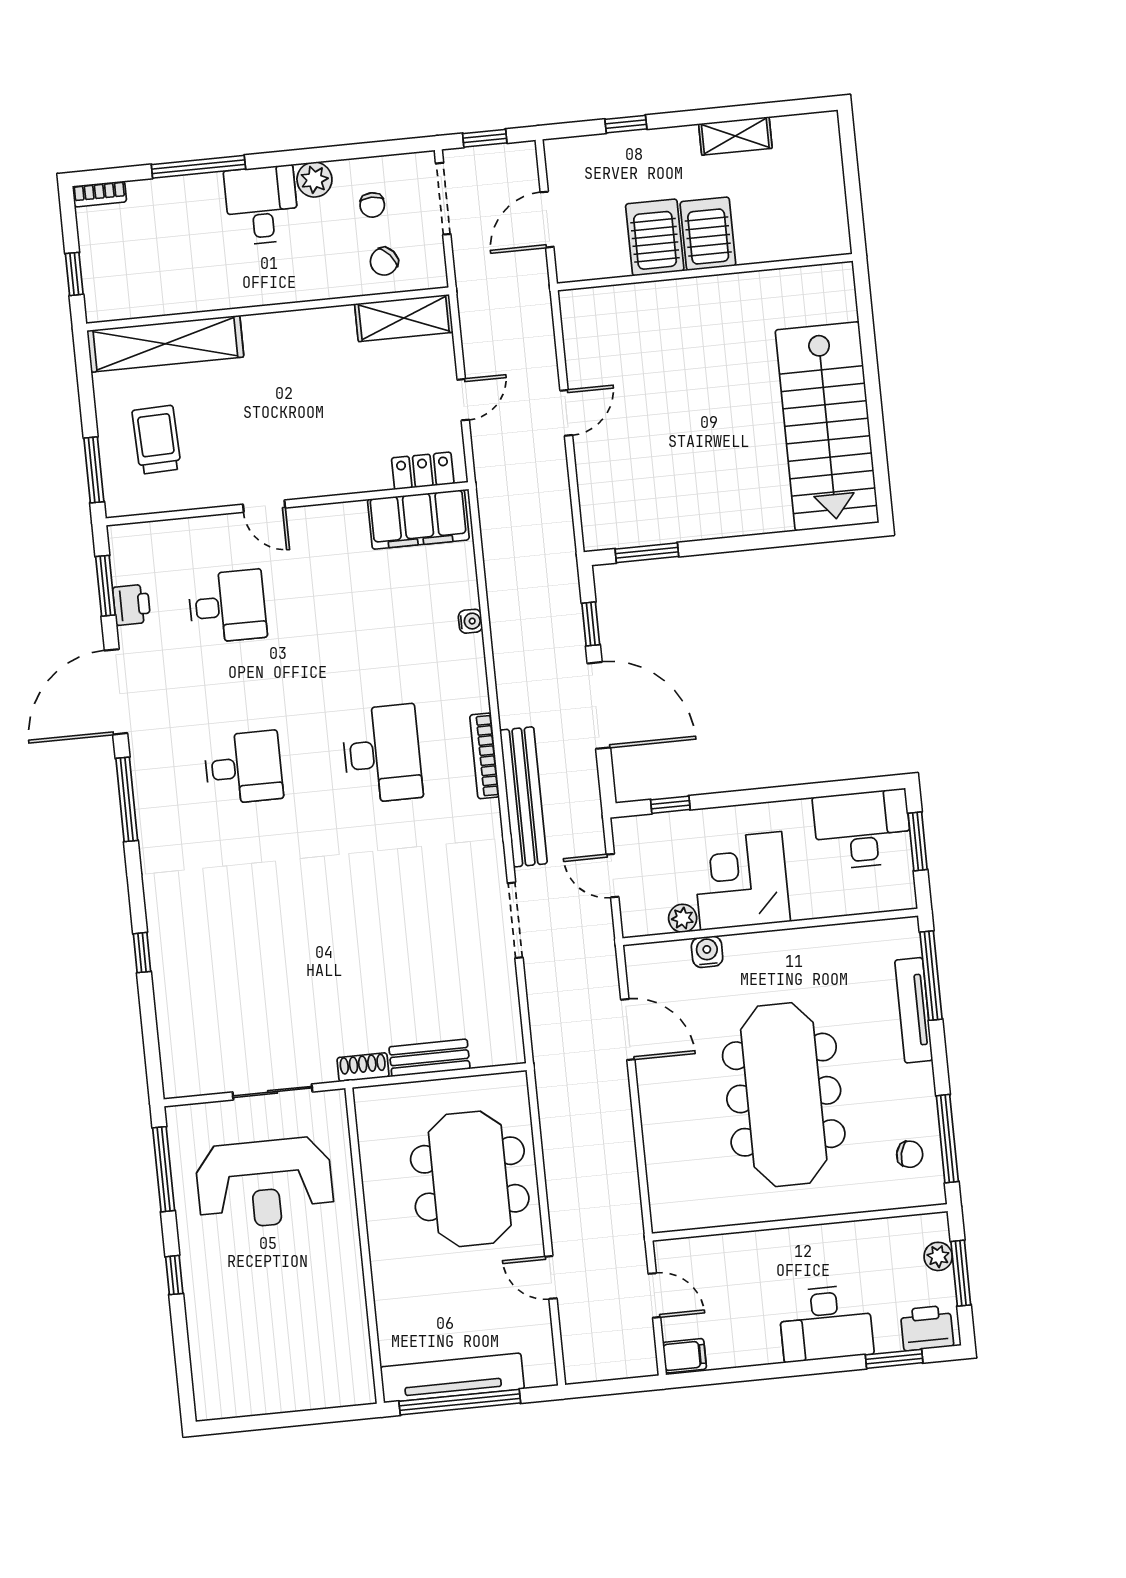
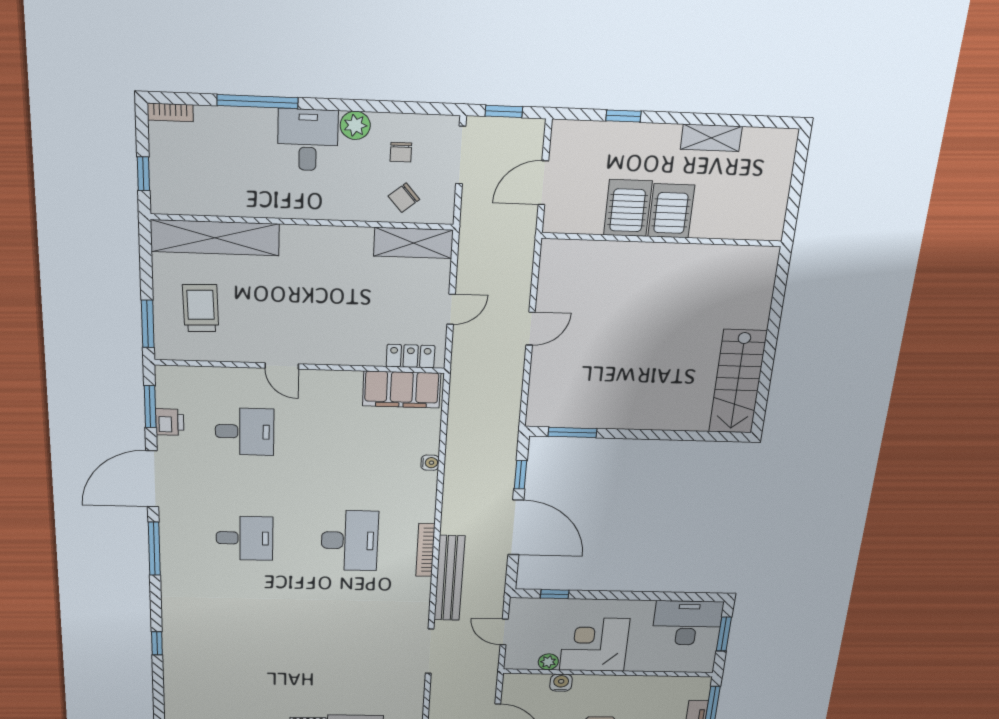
stairs: (827, 426) -> (738, 382), width x0.73, depth x0.66

